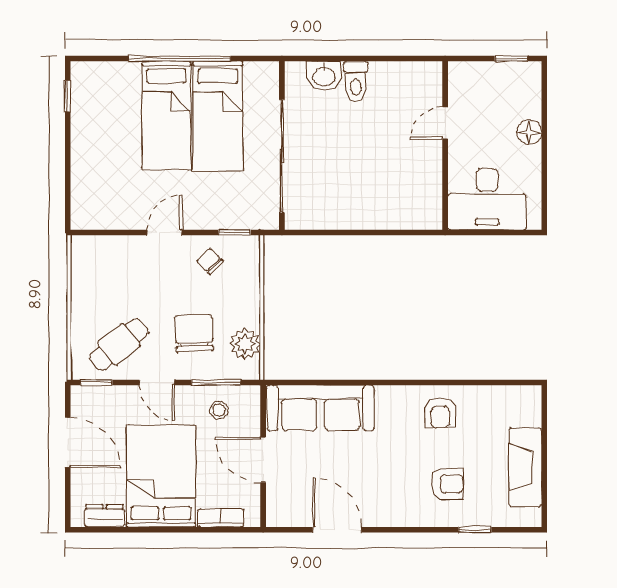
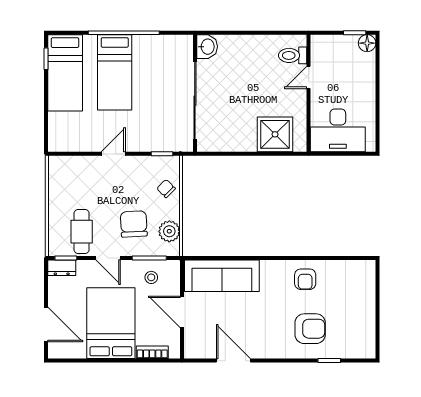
washbasin: (324, 76) -> (207, 47), moved, turned -90
toilet: (356, 81) -> (293, 55), moved, turned 90
bed: (218, 116) -> (65, 73), moved
floor lamp: (529, 132) -> (367, 43), moved
shower: (397, 205) -> (275, 134), added
chair: (210, 261) -> (166, 188), moved
cafe table: (119, 344) -> (82, 232), turned -51
door: (68, 442) -> (46, 325), moved
fireplace: (525, 467) -> (364, 317), removed
armchair: (447, 484) -> (310, 329), width x1.38, depth x1.38
dresser: (105, 516) -> (62, 268), moved, turned 180

